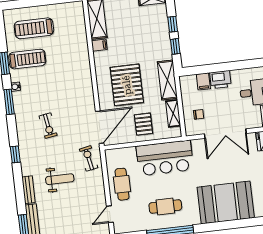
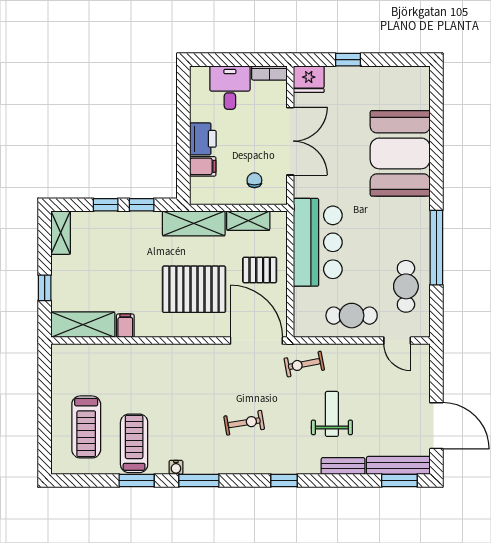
cafe table: (165, 206) -> (406, 286), moved

